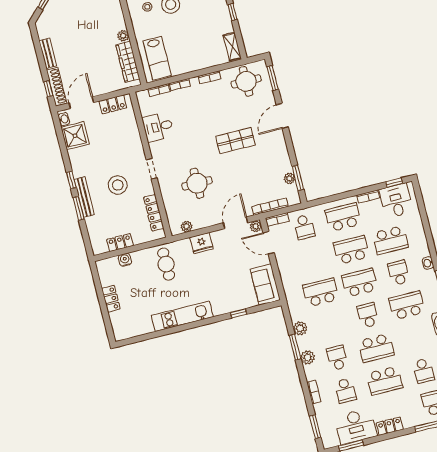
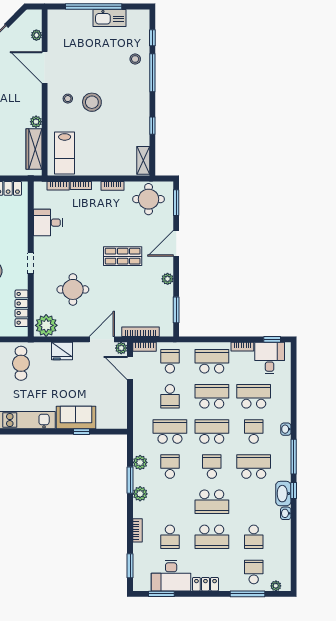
plant: (289, 178) -> (168, 279), moved
plant: (187, 227) -> (46, 325), width x1.87, depth x1.87
school desk: (304, 227) -> (170, 361), turned 180
school desk: (390, 240) -> (254, 396), turned 180
school desk: (312, 260) -> (170, 396), added
sofa: (265, 285) -> (76, 418), moved, turned 90
school desk: (337, 358) -> (170, 467), moved

